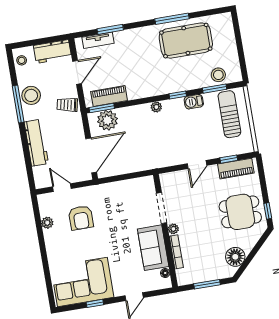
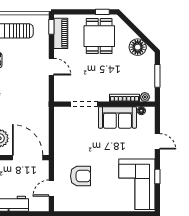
window: (229, 159) -> (51, 27), moved
plant: (47, 223) -> (80, 206), removed
plant: (173, 229) -> (145, 97), moved

